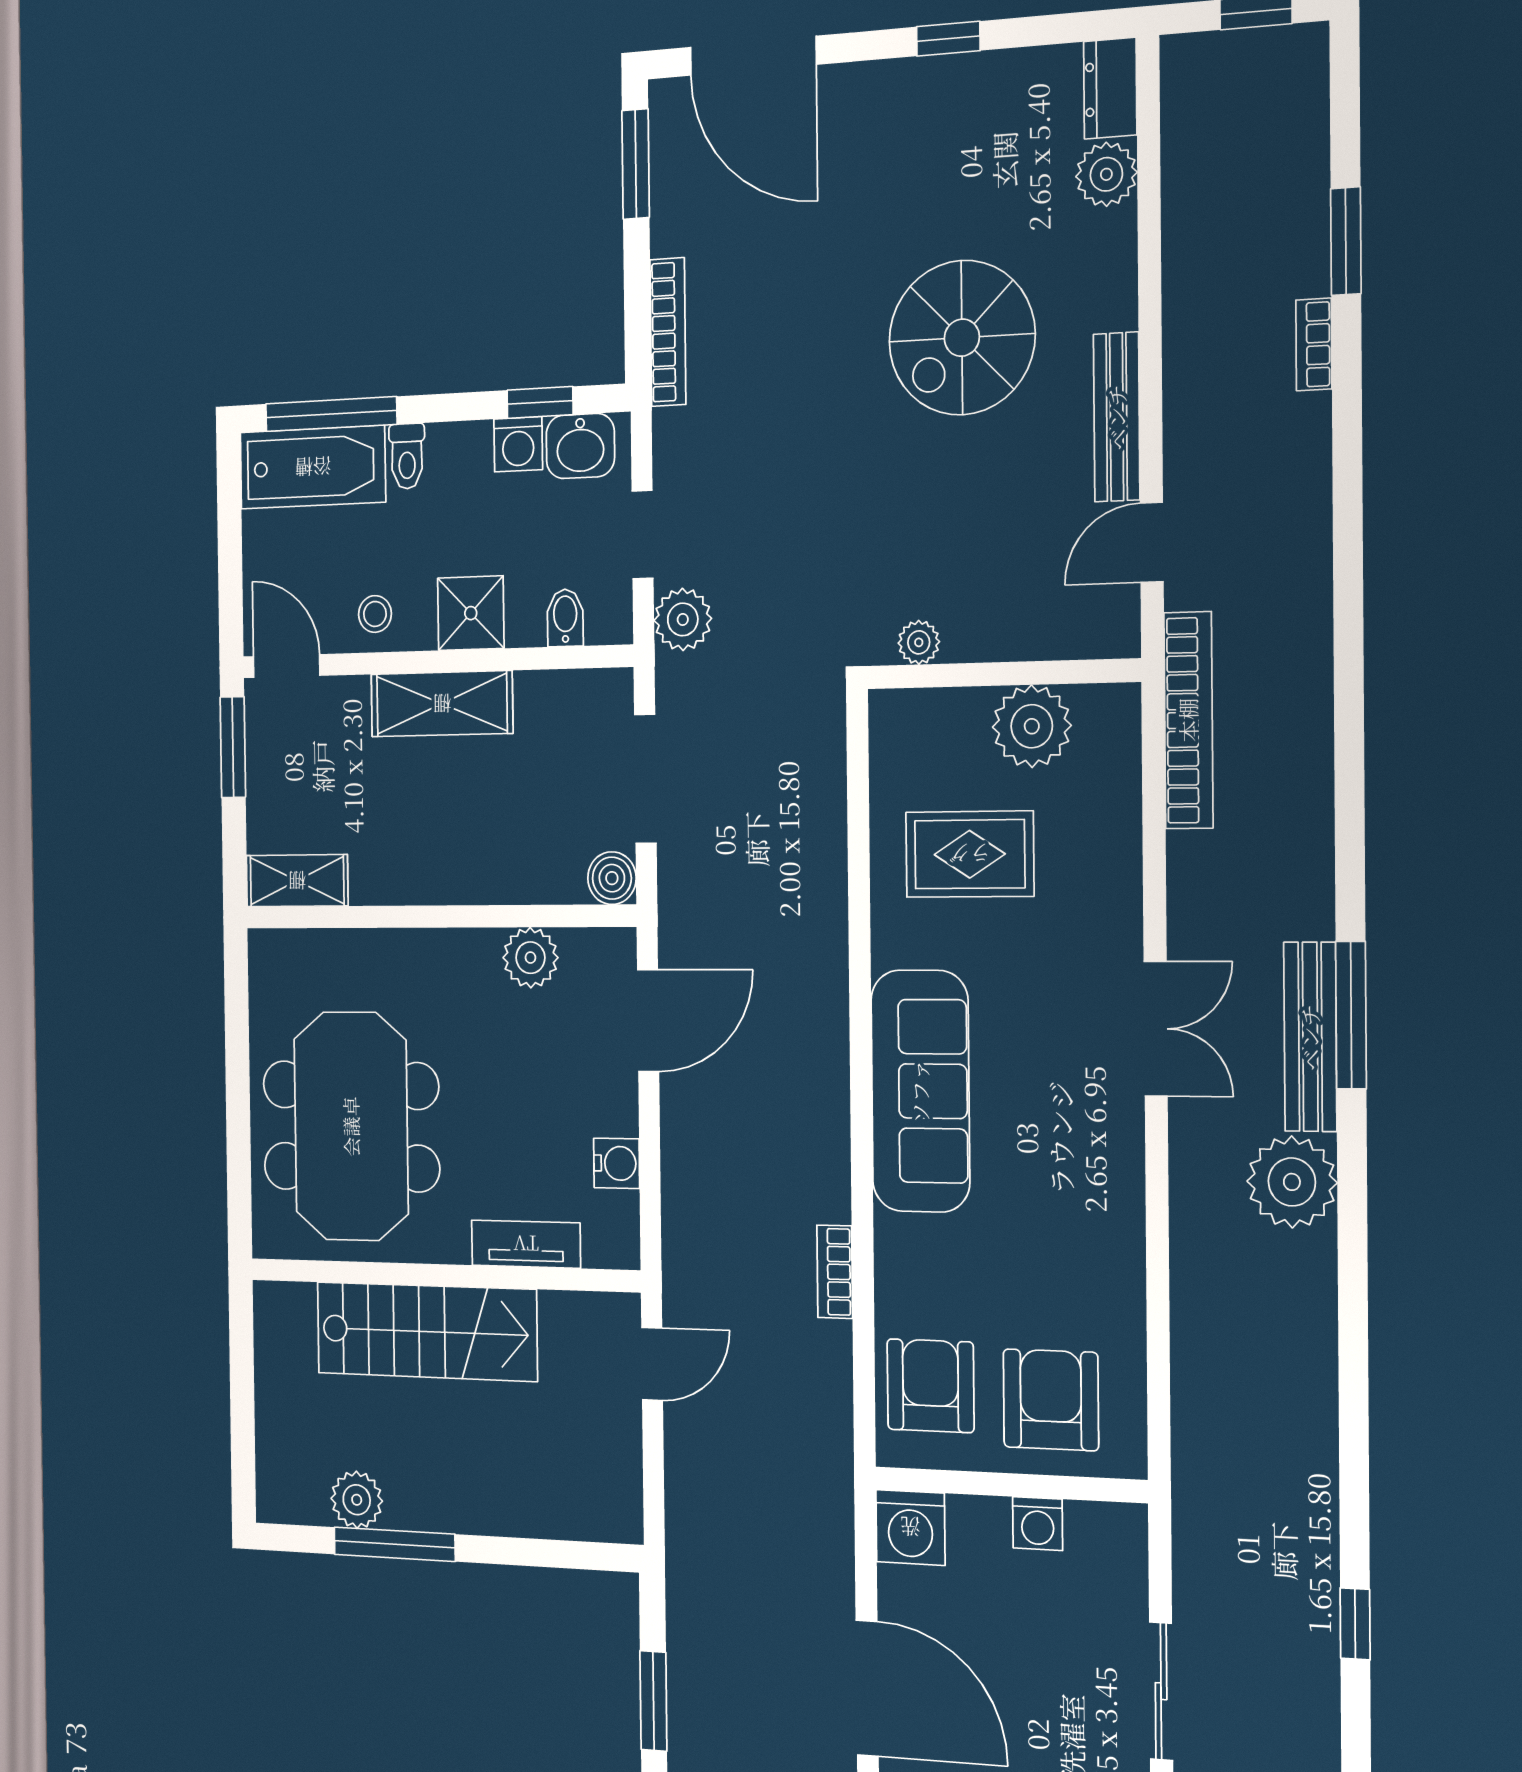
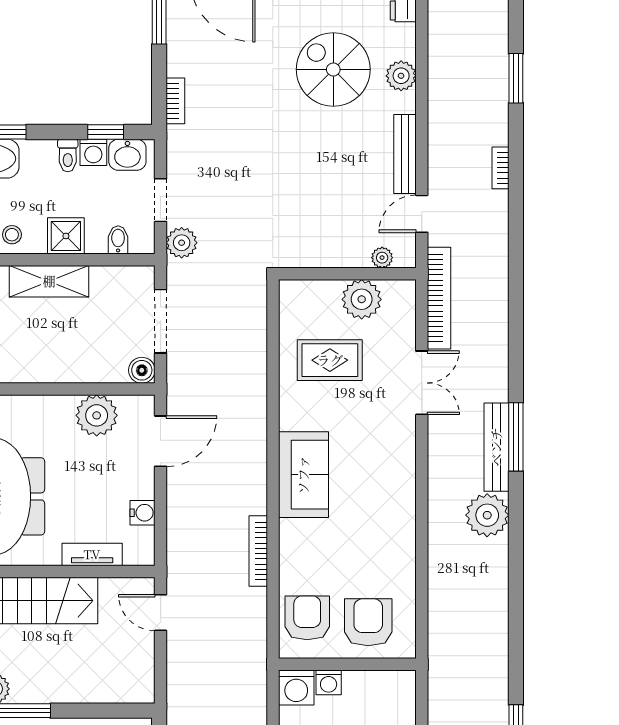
plant: (1106, 174) -> (401, 76), moved
bookcase: (668, 332) -> (175, 101), width x0.64
spiral stairs: (962, 338) -> (333, 69), moved, turned 90
bookcase: (1314, 344) -> (500, 168), moved
toilet: (407, 456) -> (68, 155), moved
plant: (919, 642) -> (382, 258), moved
plant: (530, 958) -> (97, 415), width x1.36, depth x1.36
double door: (1156, 1029) -> (422, 383), moved
sofa: (920, 1091) -> (303, 475), width x0.73
bookcase: (835, 1272) -> (258, 551), width x1.56
door: (652, 1364) -> (161, 613), swing flipped
washing machine: (1038, 1524) -> (329, 682), moved

